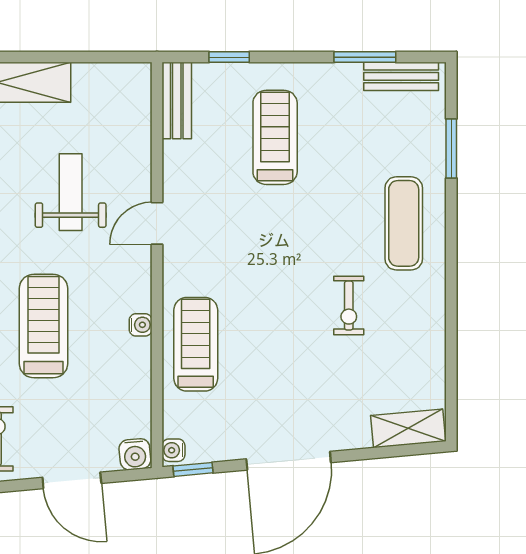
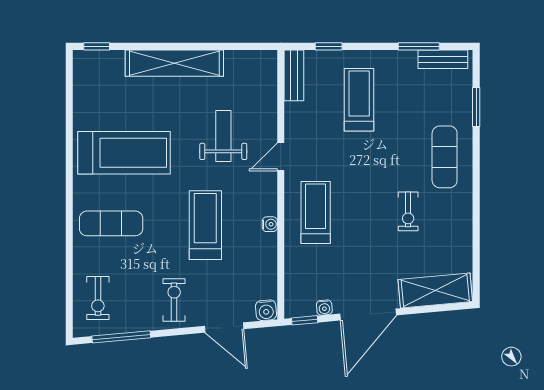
treadmill: (196, 344) -> (316, 212), moved
shelving: (408, 428) -> (435, 291), width x1.50, depth x1.33
water cooler: (173, 450) -> (324, 308), moved, turned -95

